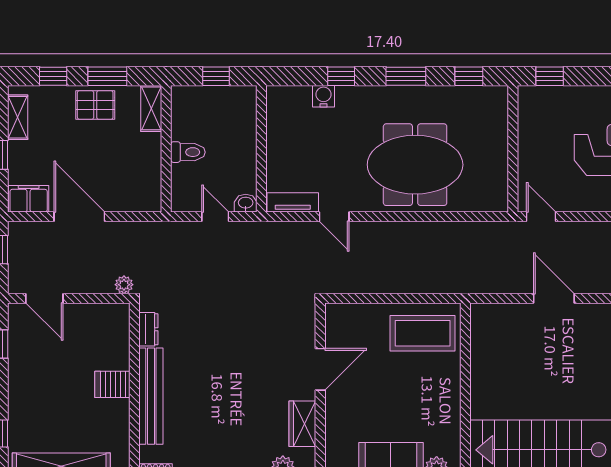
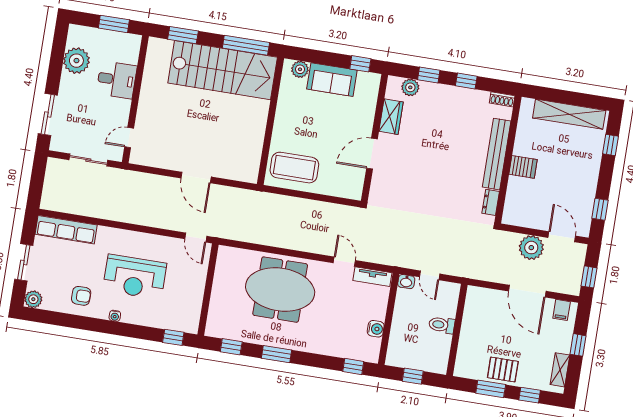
window: (341, 76) -> (353, 367), moved
water cooler: (324, 96) -> (376, 329), moved, turned -90
shelving: (151, 108) -> (463, 361), removed
filing cabinet: (29, 199) -> (562, 310), width x0.50
plant: (124, 285) -> (531, 248), moved, width x1.88, depth x1.88

